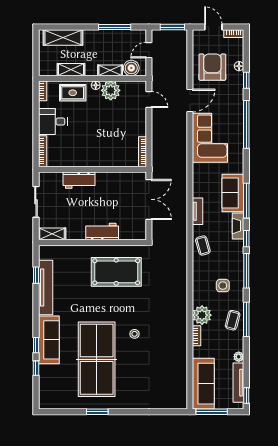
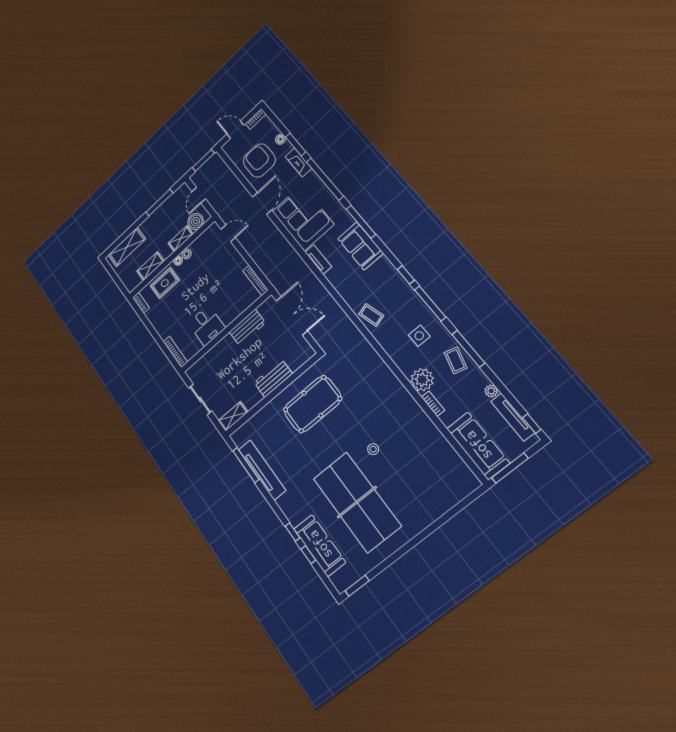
window: (246, 80) -> (296, 144), width x1.50
plant: (111, 90) -> (187, 254), width x0.53, depth x0.53
desk: (53, 122) -> (207, 325), moved, turned -90
workbench: (79, 180) -> (247, 327), moved
window: (246, 201) -> (361, 222), moved
tv unit: (198, 211) -> (318, 260), moved
fireplace: (238, 226) -> (298, 162), moved
window: (36, 275) -> (246, 465), width x2.17
sofa: (49, 340) -> (320, 545), moved
window: (97, 412) -> (357, 586), moved

